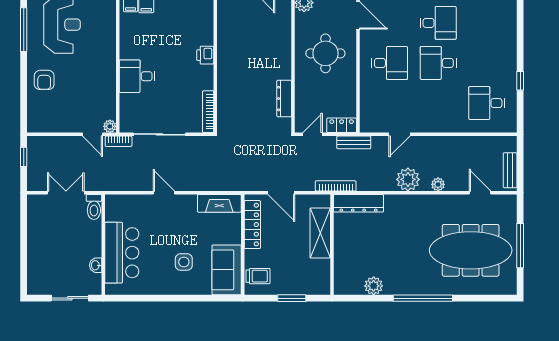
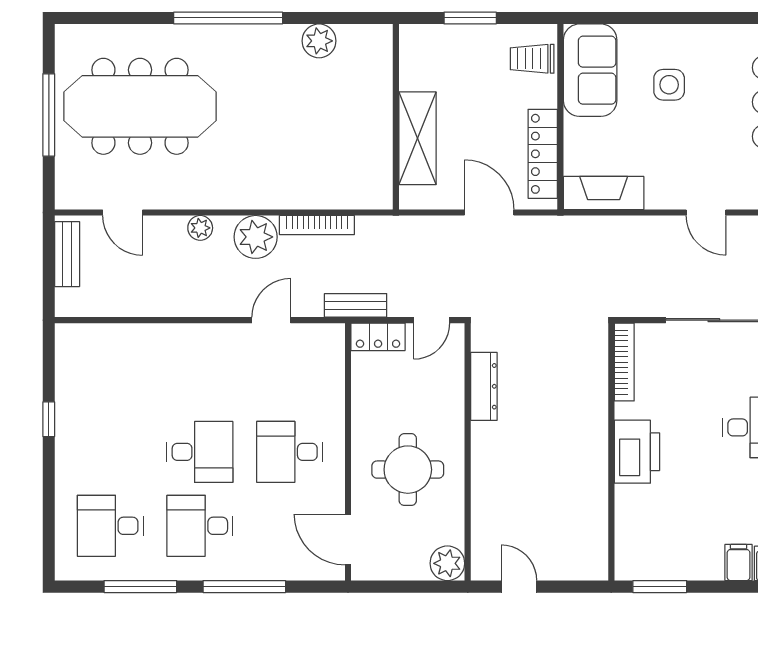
printer: (205, 55) -> (637, 452), width x1.87, depth x1.48
desk: (487, 103) -> (110, 526), moved, turned 180
bookcase: (336, 186) -> (317, 225), moved
dresser: (358, 203) -> (347, 193), removed

